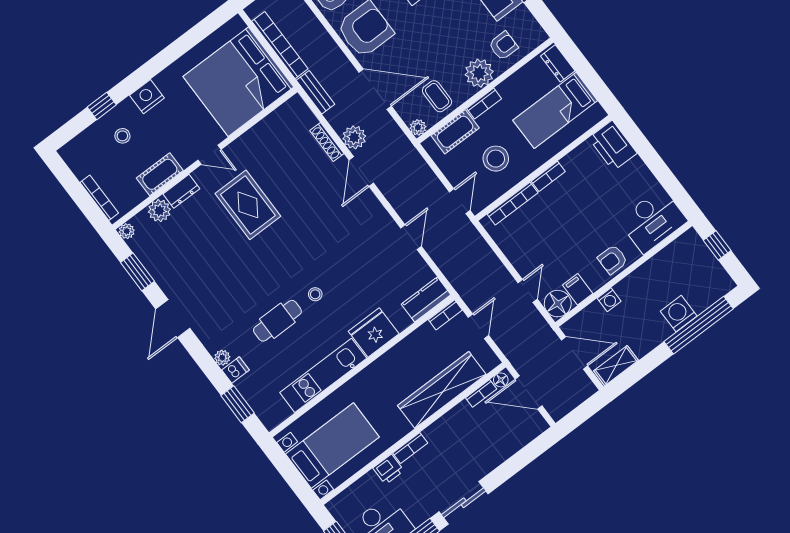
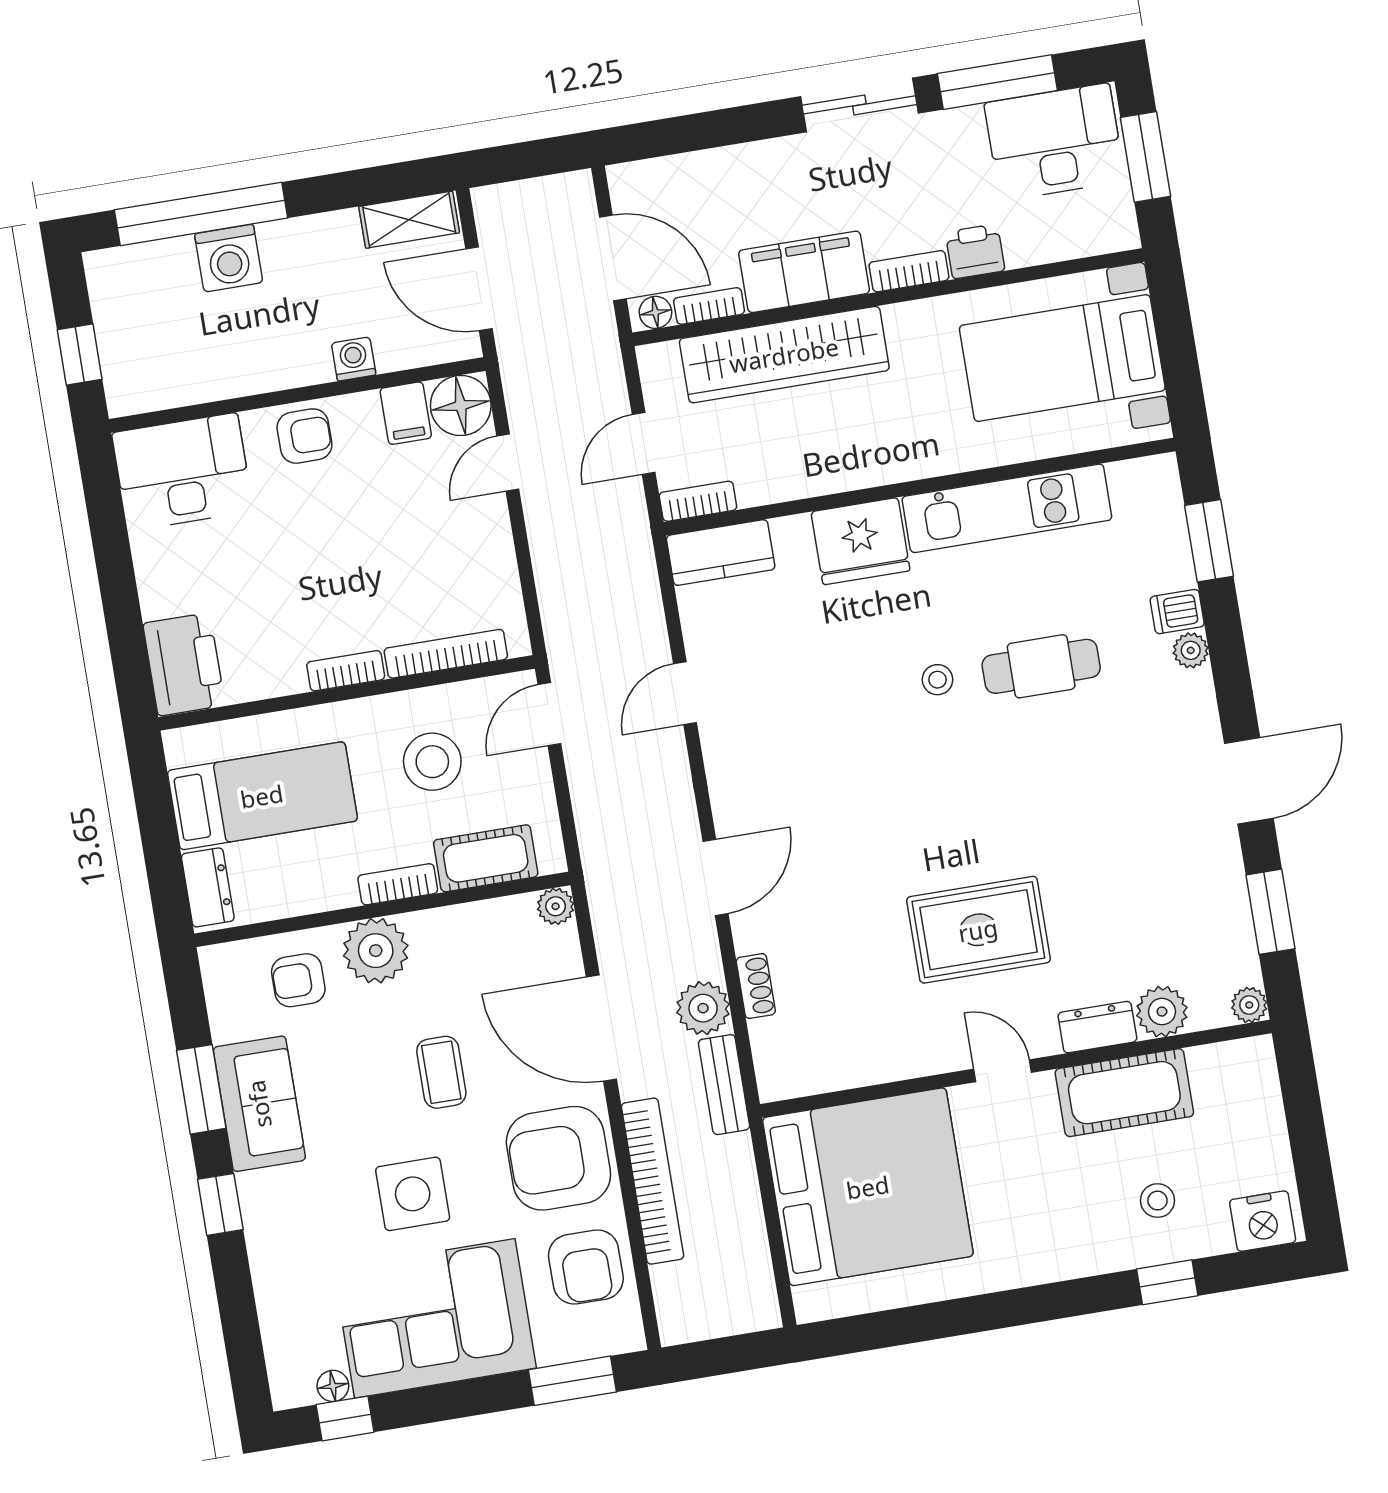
bookcase: (280, 45) -> (652, 1181), moved, turned 180
coffee table: (437, 96) -> (441, 1072), moved
nightstand: (147, 97) -> (1263, 1221), moved
plant: (354, 137) -> (703, 1008), moved
shoe rack: (327, 142) -> (756, 986), width x0.70
cot: (160, 174) -> (1124, 1093), width x1.37, depth x1.34
bookcase: (99, 198) -> (1269, 1101), removed
rug: (248, 205) -> (978, 930), turned 90
filing cabinet: (451, 426) -> (804, 272), added

